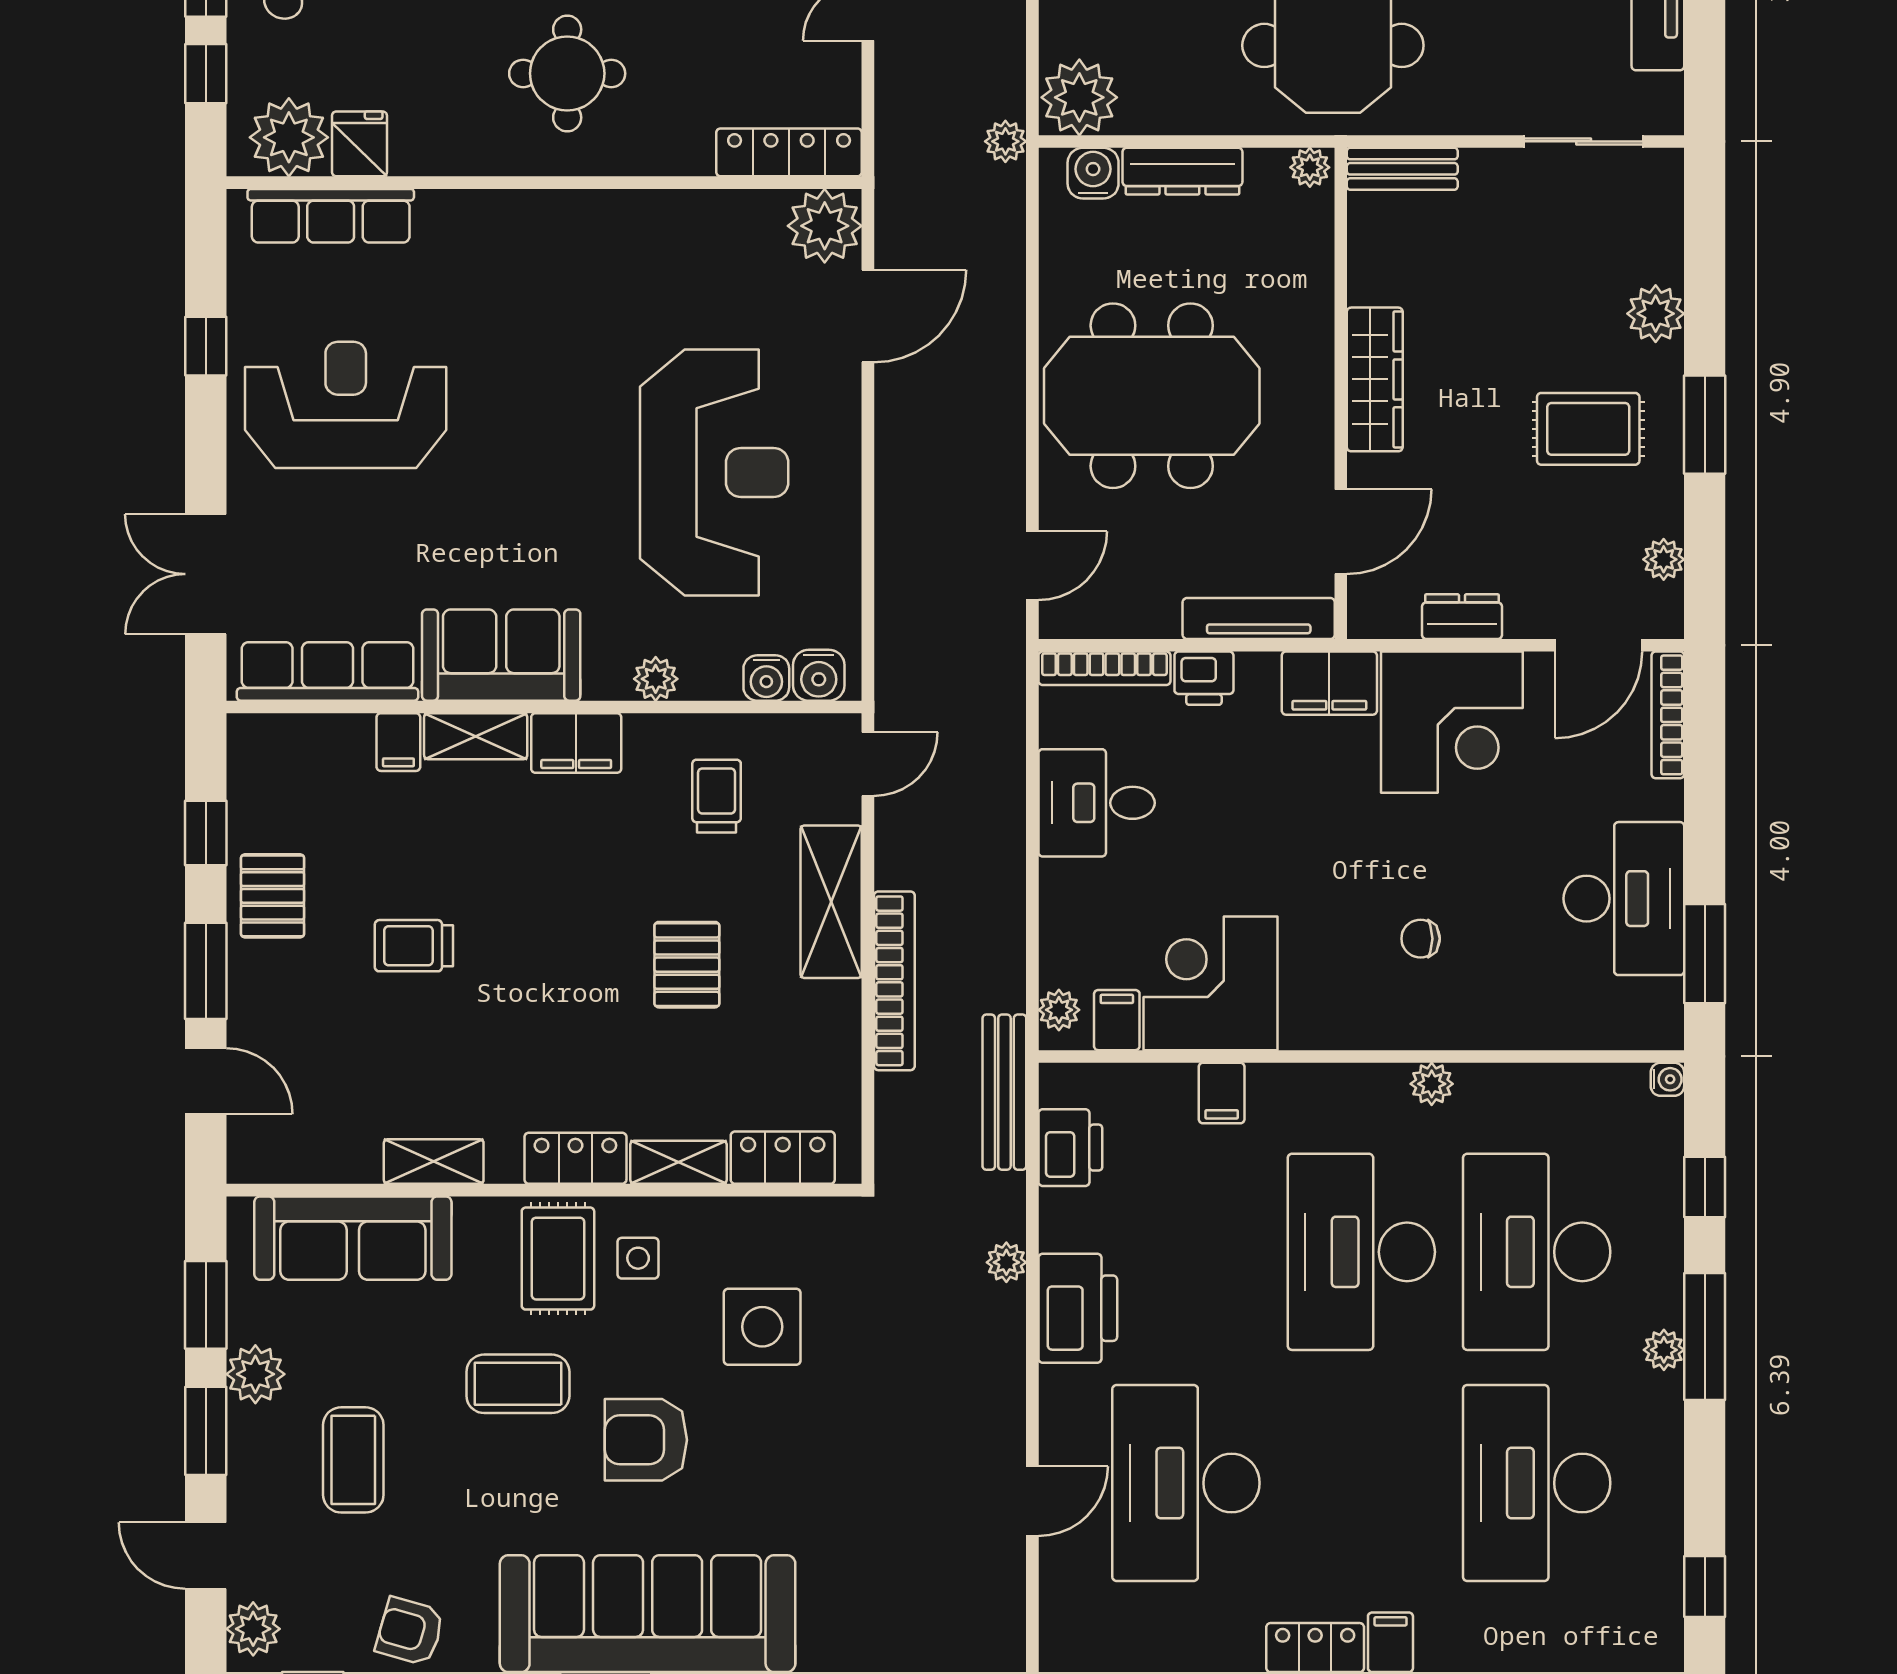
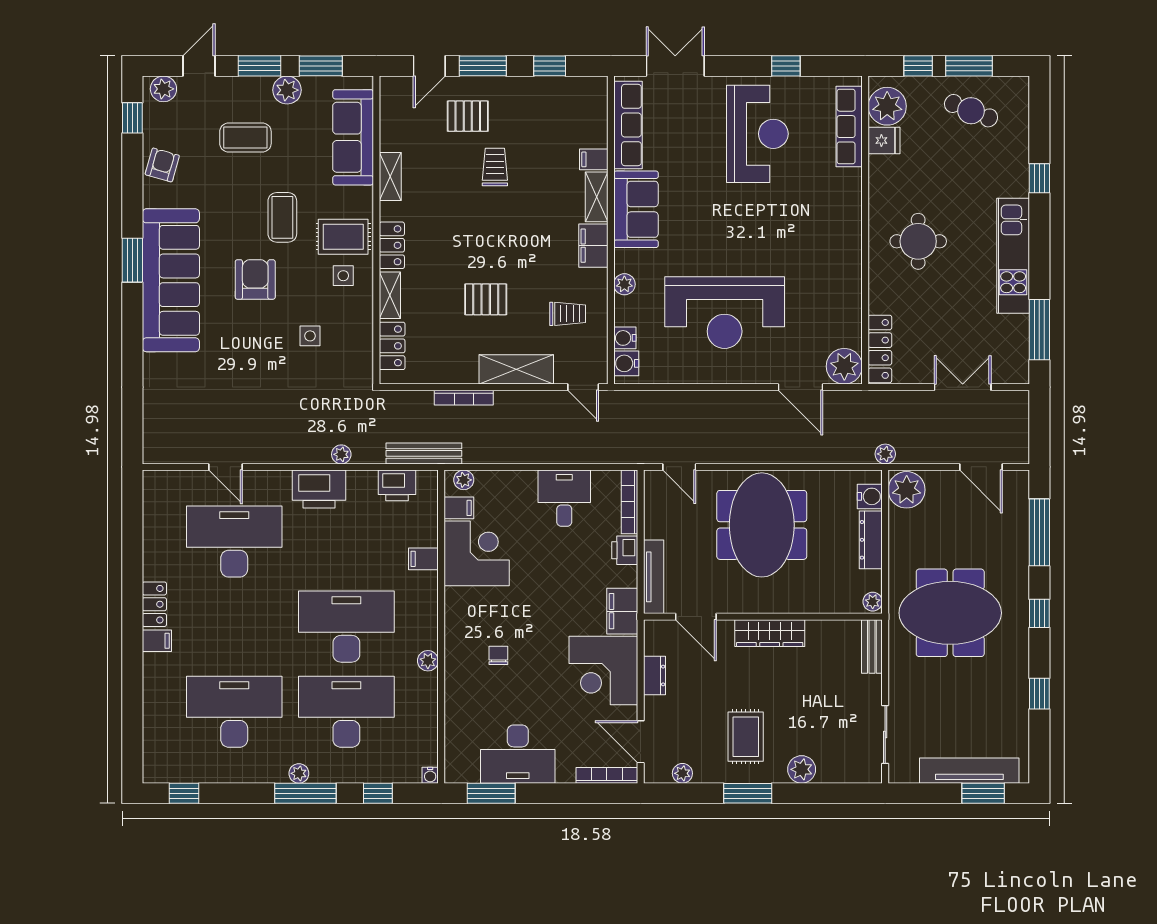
pallet: (273, 896) -> (468, 116), moved
bookcase: (894, 981) -> (464, 398), width x0.68, depth x0.76
side table: (762, 1327) -> (310, 336), width x0.54, depth x0.54

